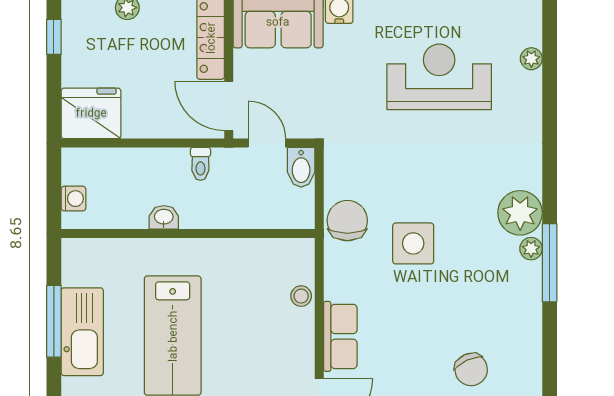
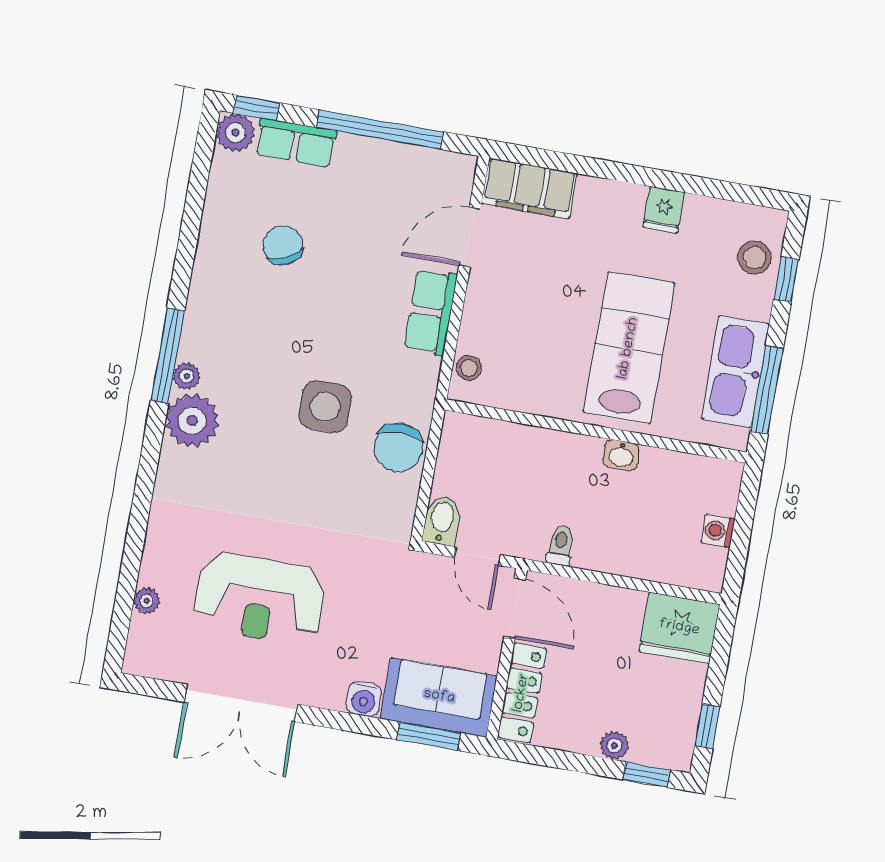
washbasin: (164, 217) -> (621, 455), moved
wall: (188, 233) -> (596, 431), moved

